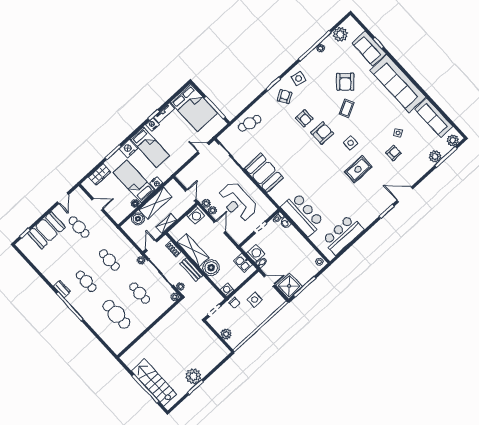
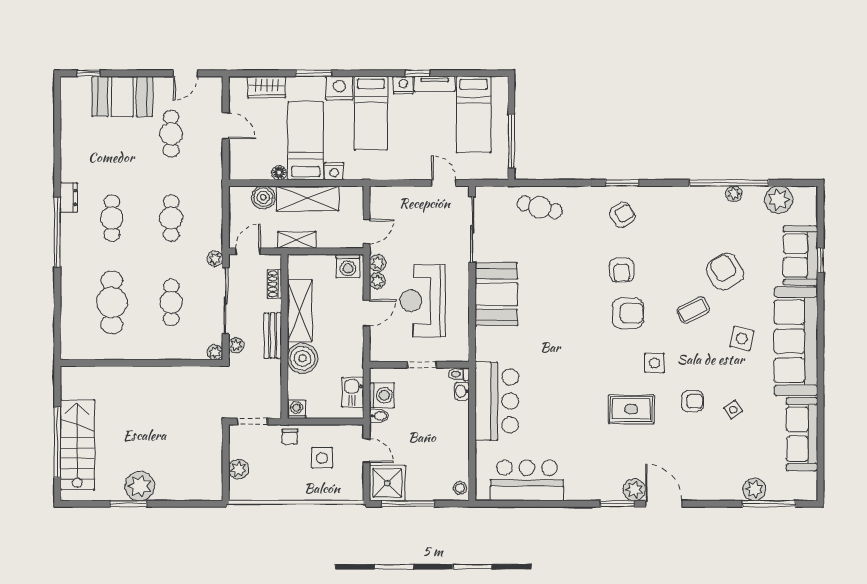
side table: (299, 79) -> (742, 339), moved
armchair: (345, 82) -> (725, 272), turned 108
bed: (194, 108) -> (474, 114), width x0.67
plant: (453, 140) -> (634, 490), moved
armchair: (393, 153) -> (692, 401), moved

